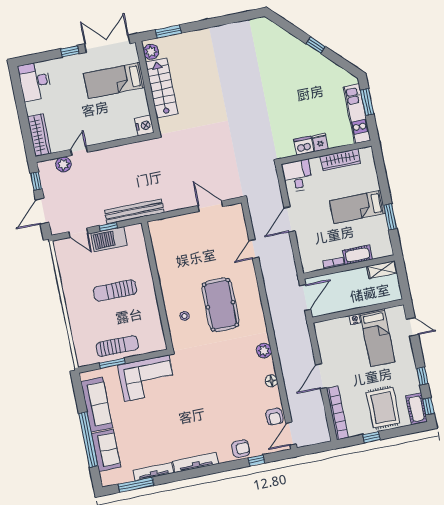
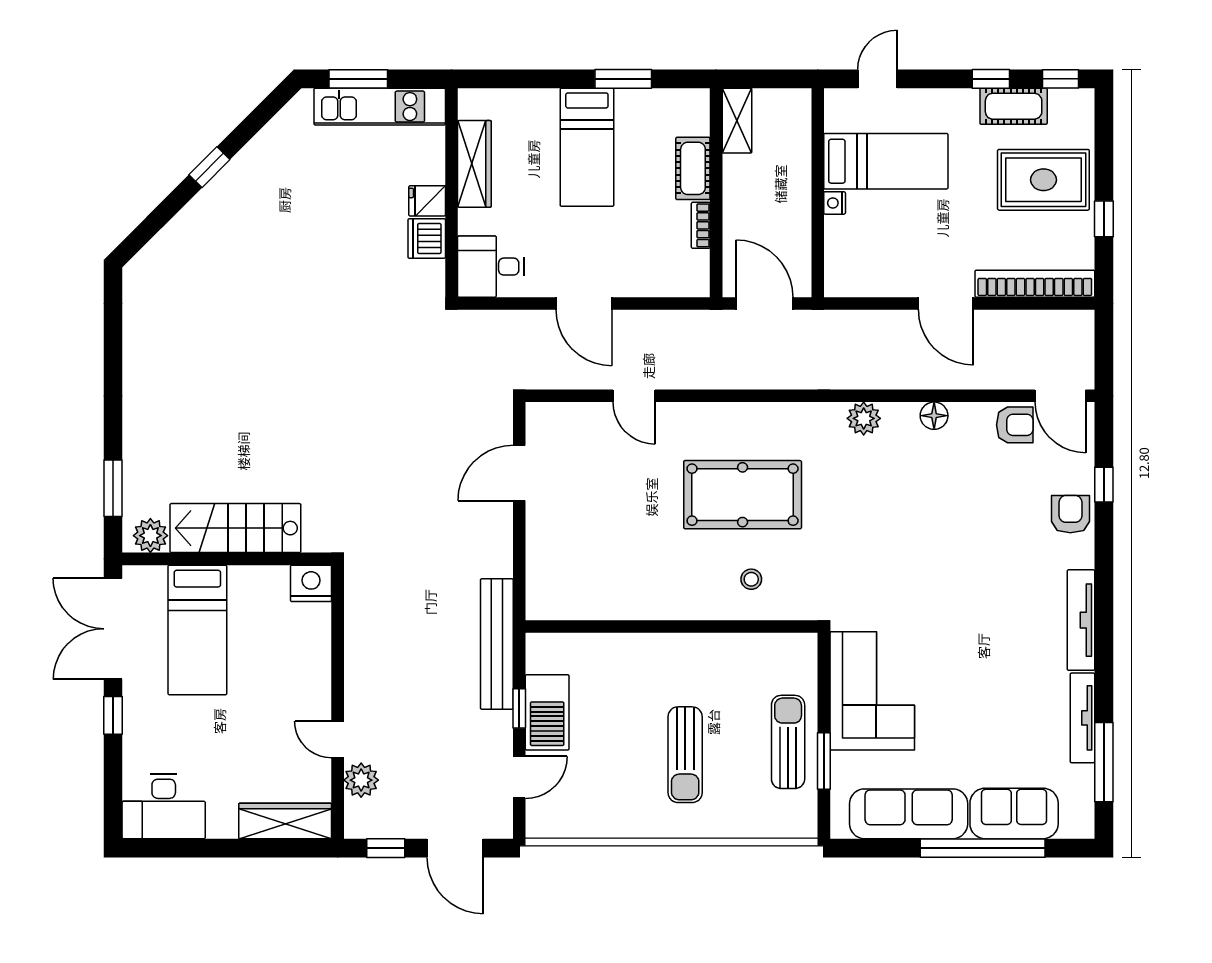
sun lounger: (115, 291) -> (685, 755), moved
cot: (417, 409) -> (1014, 106), moved

